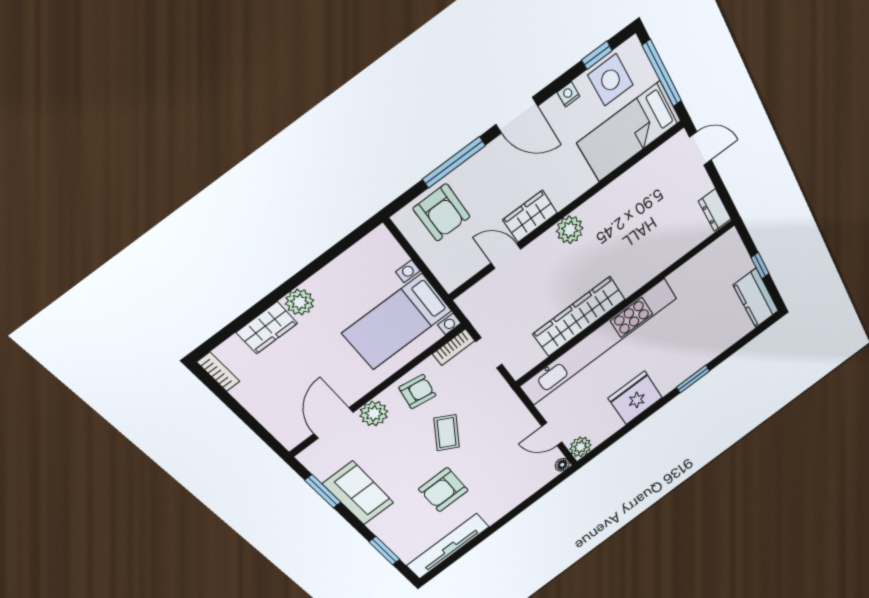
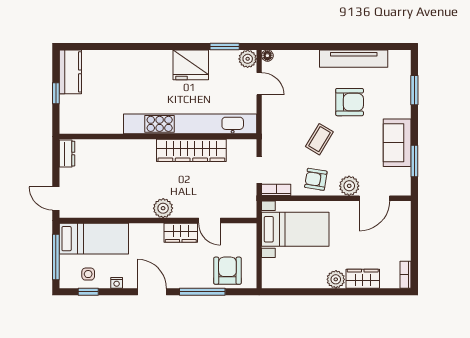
side table: (610, 80) -> (88, 274), width x0.54, depth x0.54
window: (693, 379) -> (225, 46), moved
tv unit: (448, 546) -> (354, 59), moved

